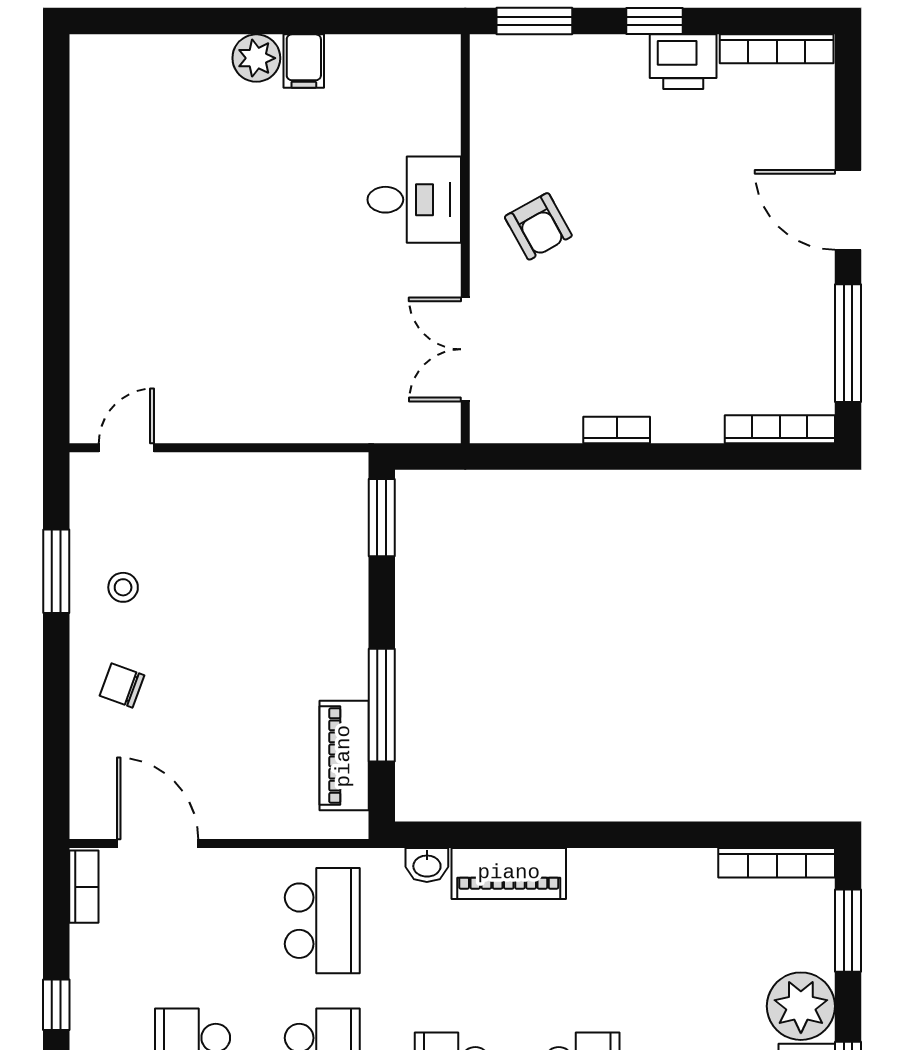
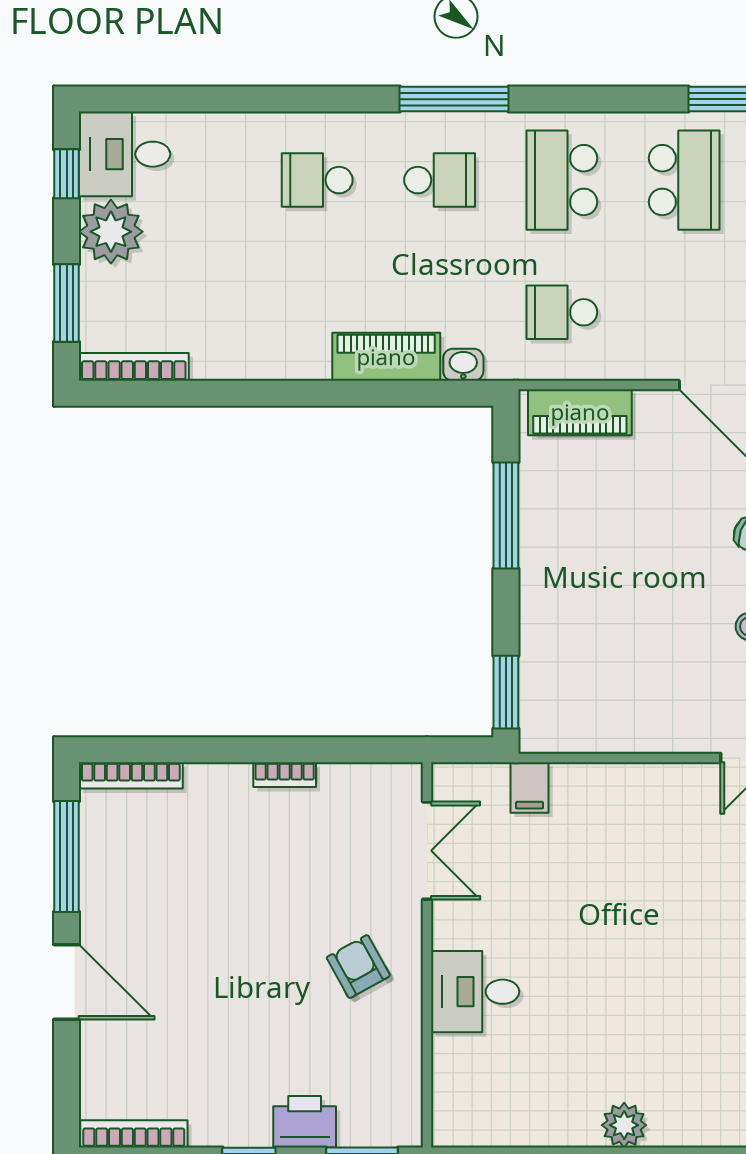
filing cabinet: (304, 61) -> (530, 787), moved, turned 180
printer: (683, 62) -> (305, 1122), moved
piano: (344, 756) -> (580, 412), moved, turned 90
school desk: (322, 921) -> (562, 312), width x0.54

